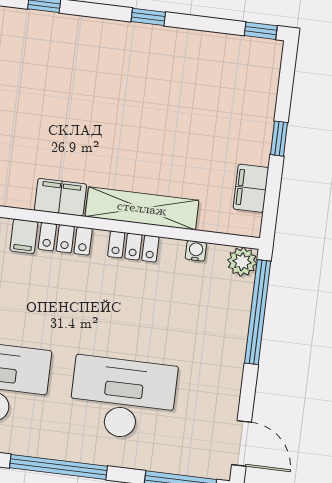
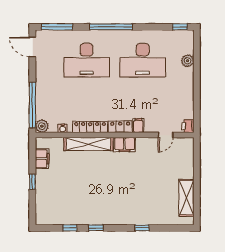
window: (261, 31) -> (70, 228), moved
locker: (133, 247) -> (90, 127), width x1.53

